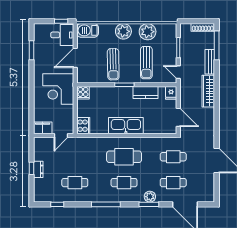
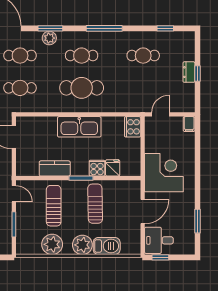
barbecue: (88, 30) -> (107, 246), moved
cooker: (83, 93) -> (97, 168), moved
fridge: (171, 93) -> (113, 168), moved
filing cabinet: (43, 128) -> (189, 124), width x0.50

